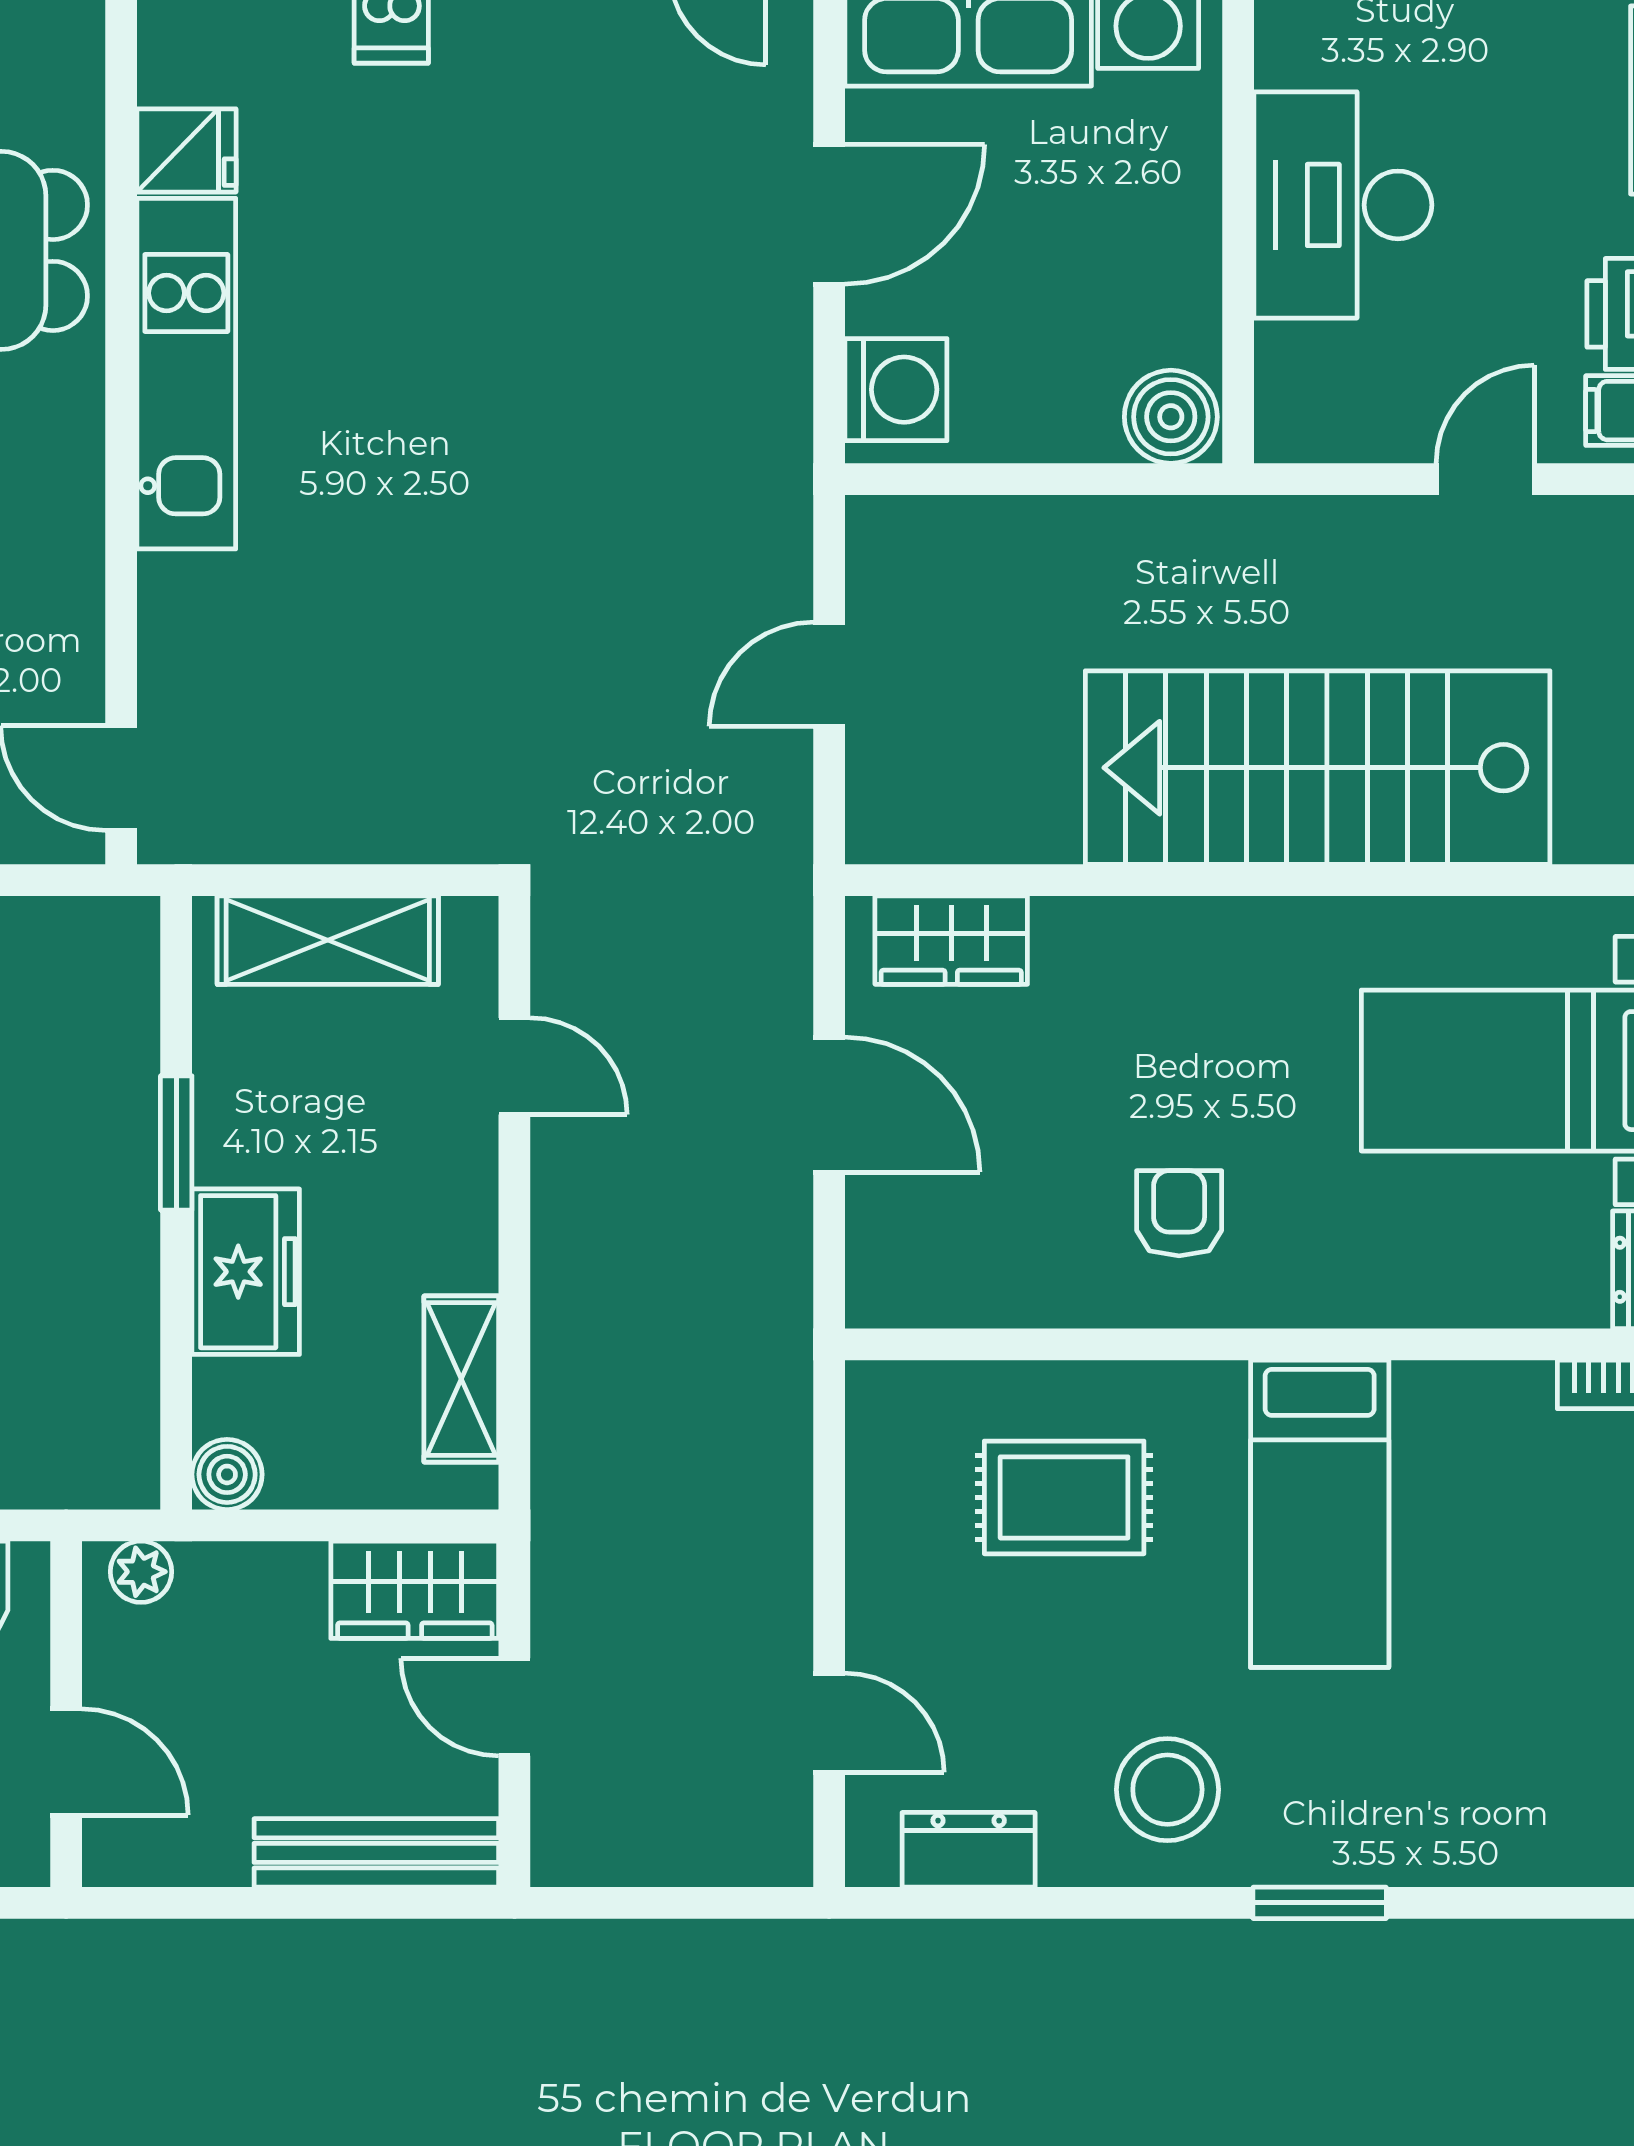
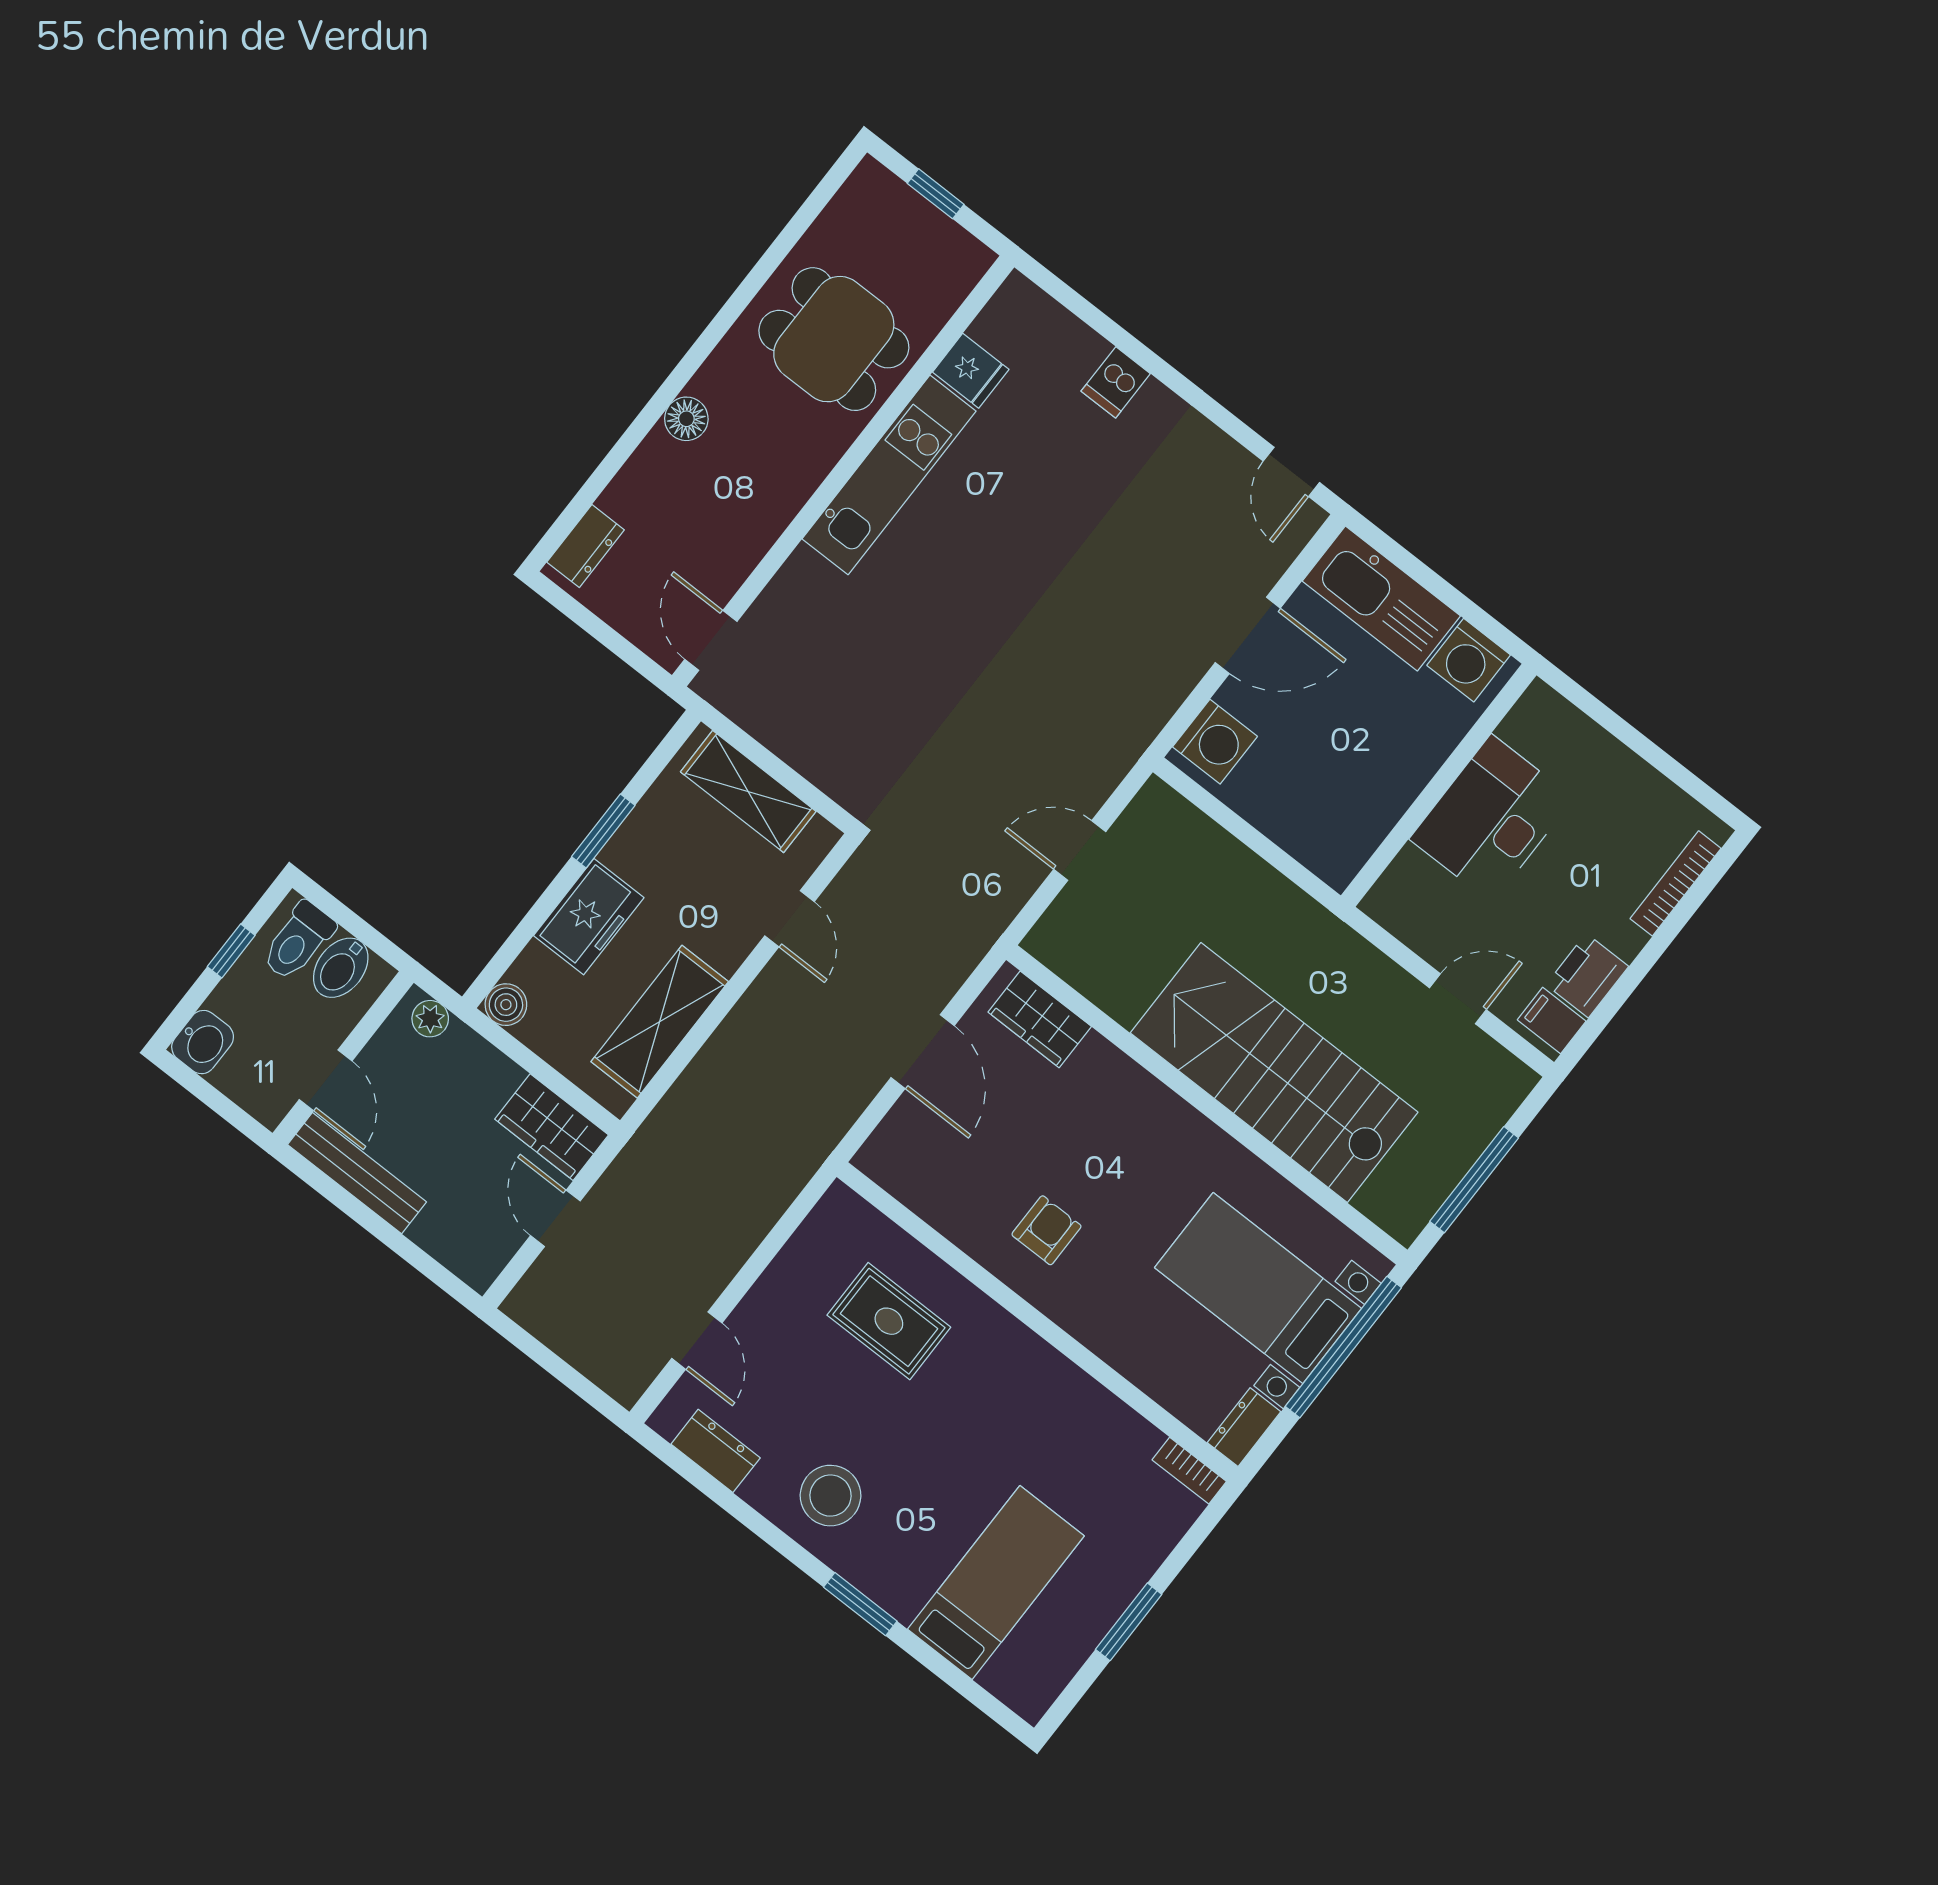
boiler: (1171, 417) -> (1334, 855), removed
shelving: (461, 1379) -> (660, 1022), width x1.50, depth x1.33
bed: (1320, 1514) -> (996, 1583), moved, turned 180
bench: (376, 1853) -> (357, 1173), moved

